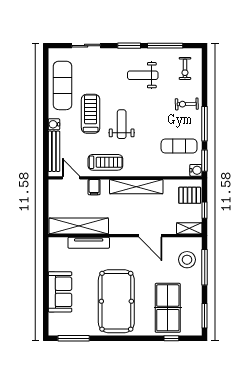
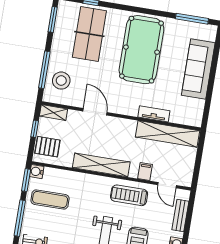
bench: (54, 151) -> (180, 216), width x0.73
tv unit: (89, 243) -> (154, 114), width x0.71
sofa: (60, 292) -> (198, 69), width x1.36

